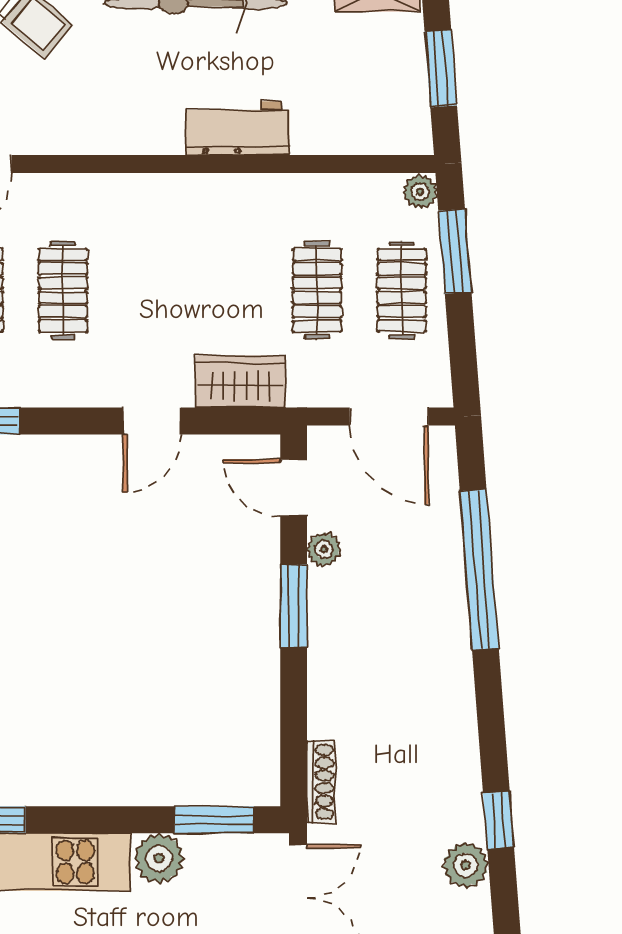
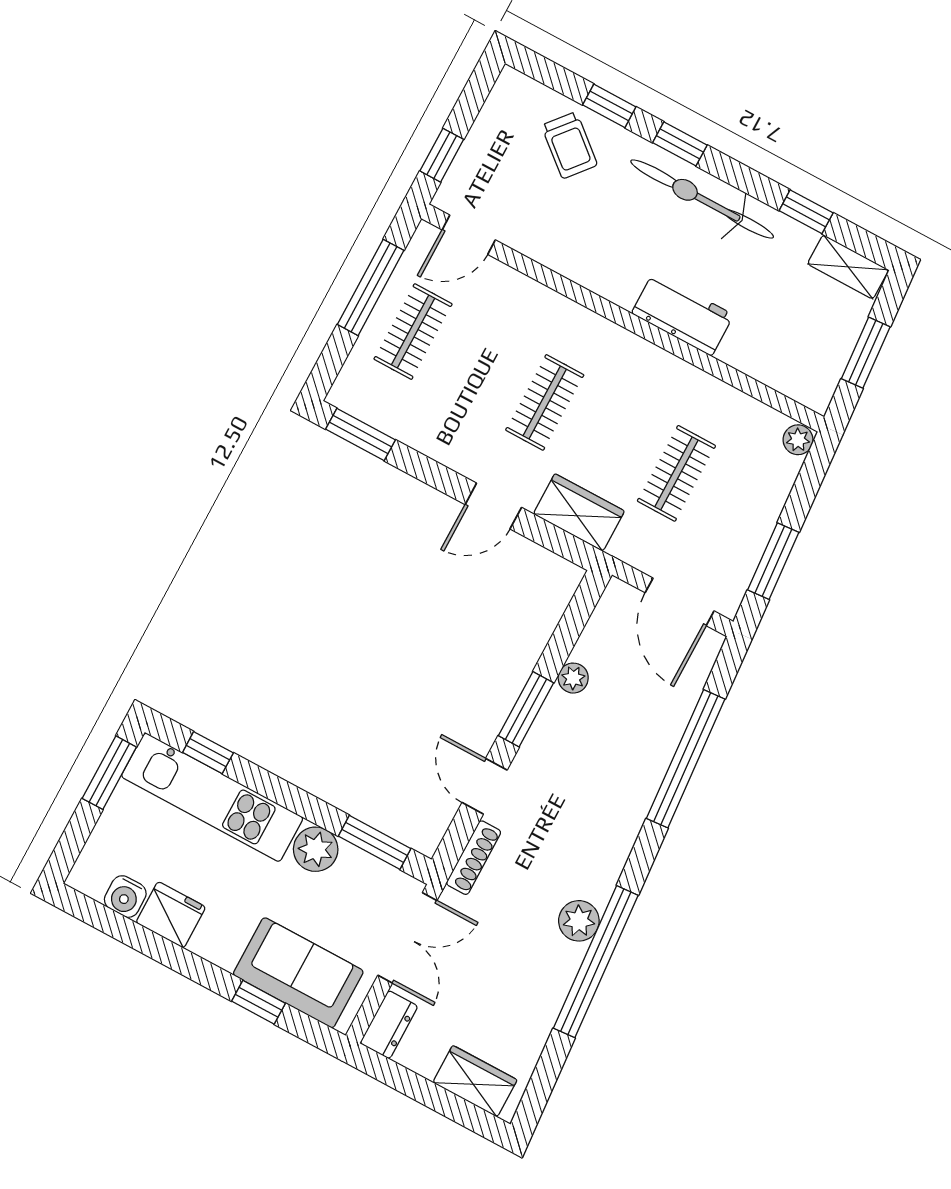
window: (455, 251) -> (773, 561), moved
clothes rail: (63, 290) -> (545, 402), moved
clothes rail: (402, 290) -> (742, 509), removed
door: (294, 488) -> (485, 786), moved
window: (499, 820) -> (596, 962), width x3.17
plant: (466, 865) -> (579, 921), moved

